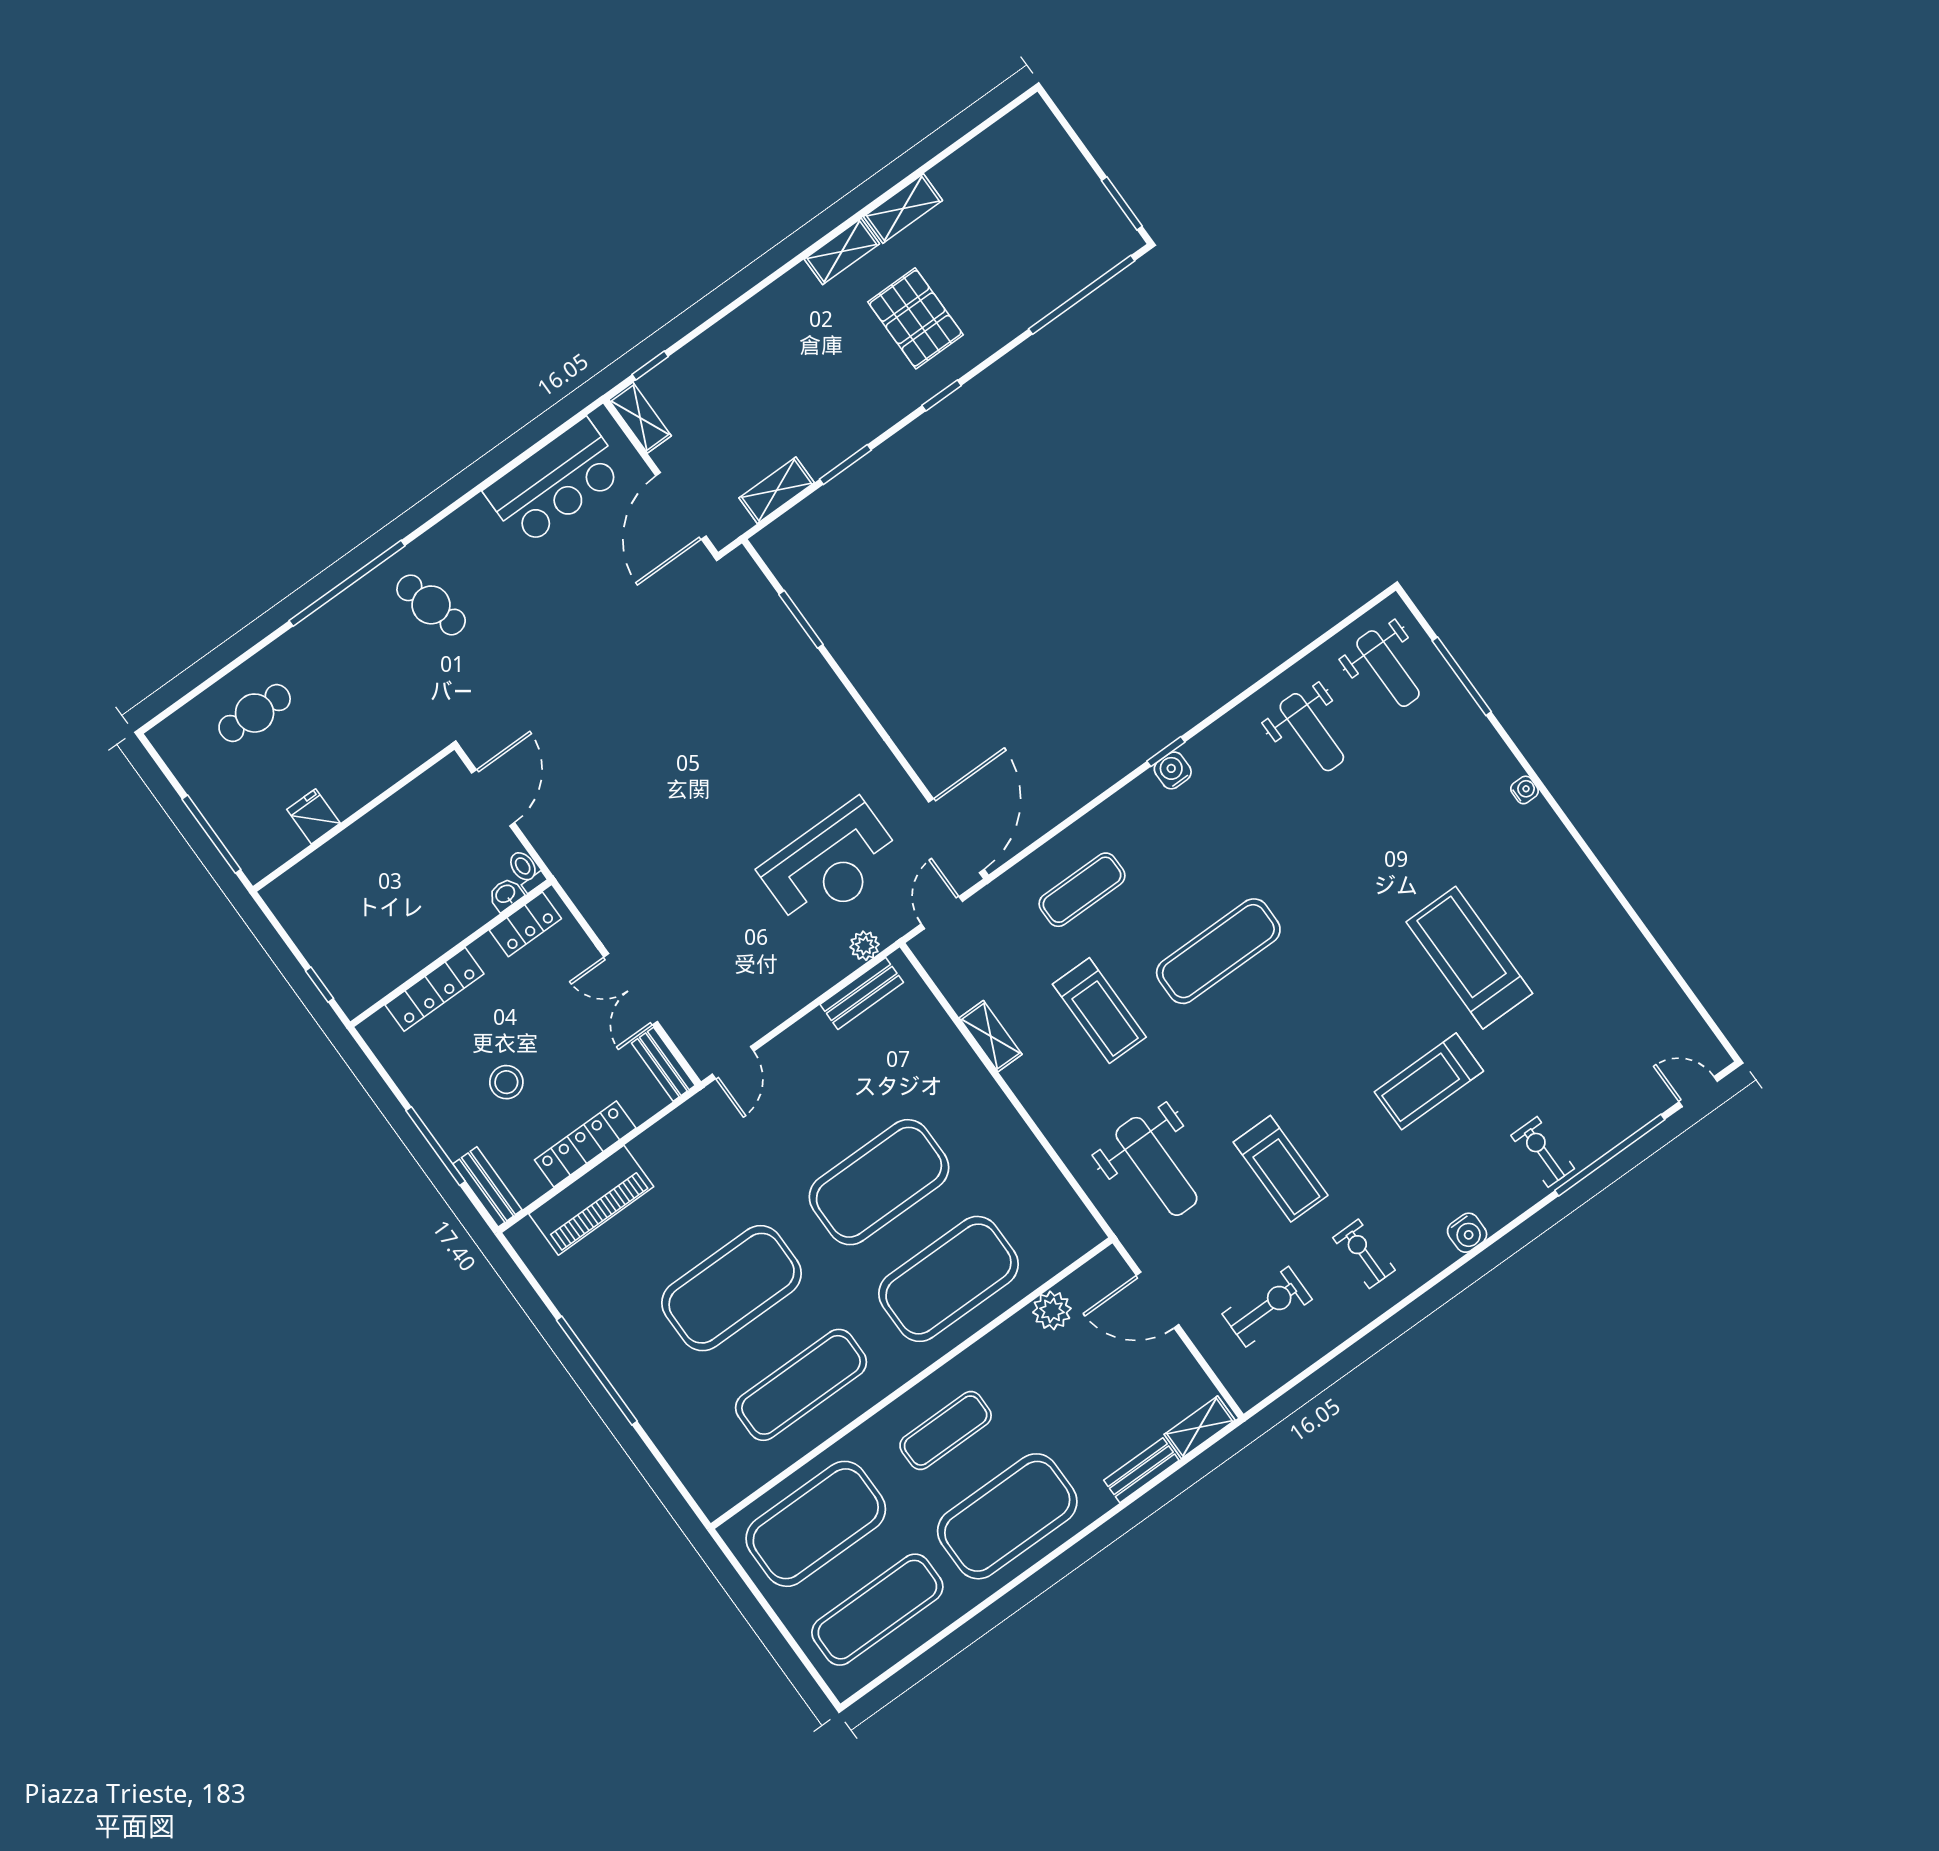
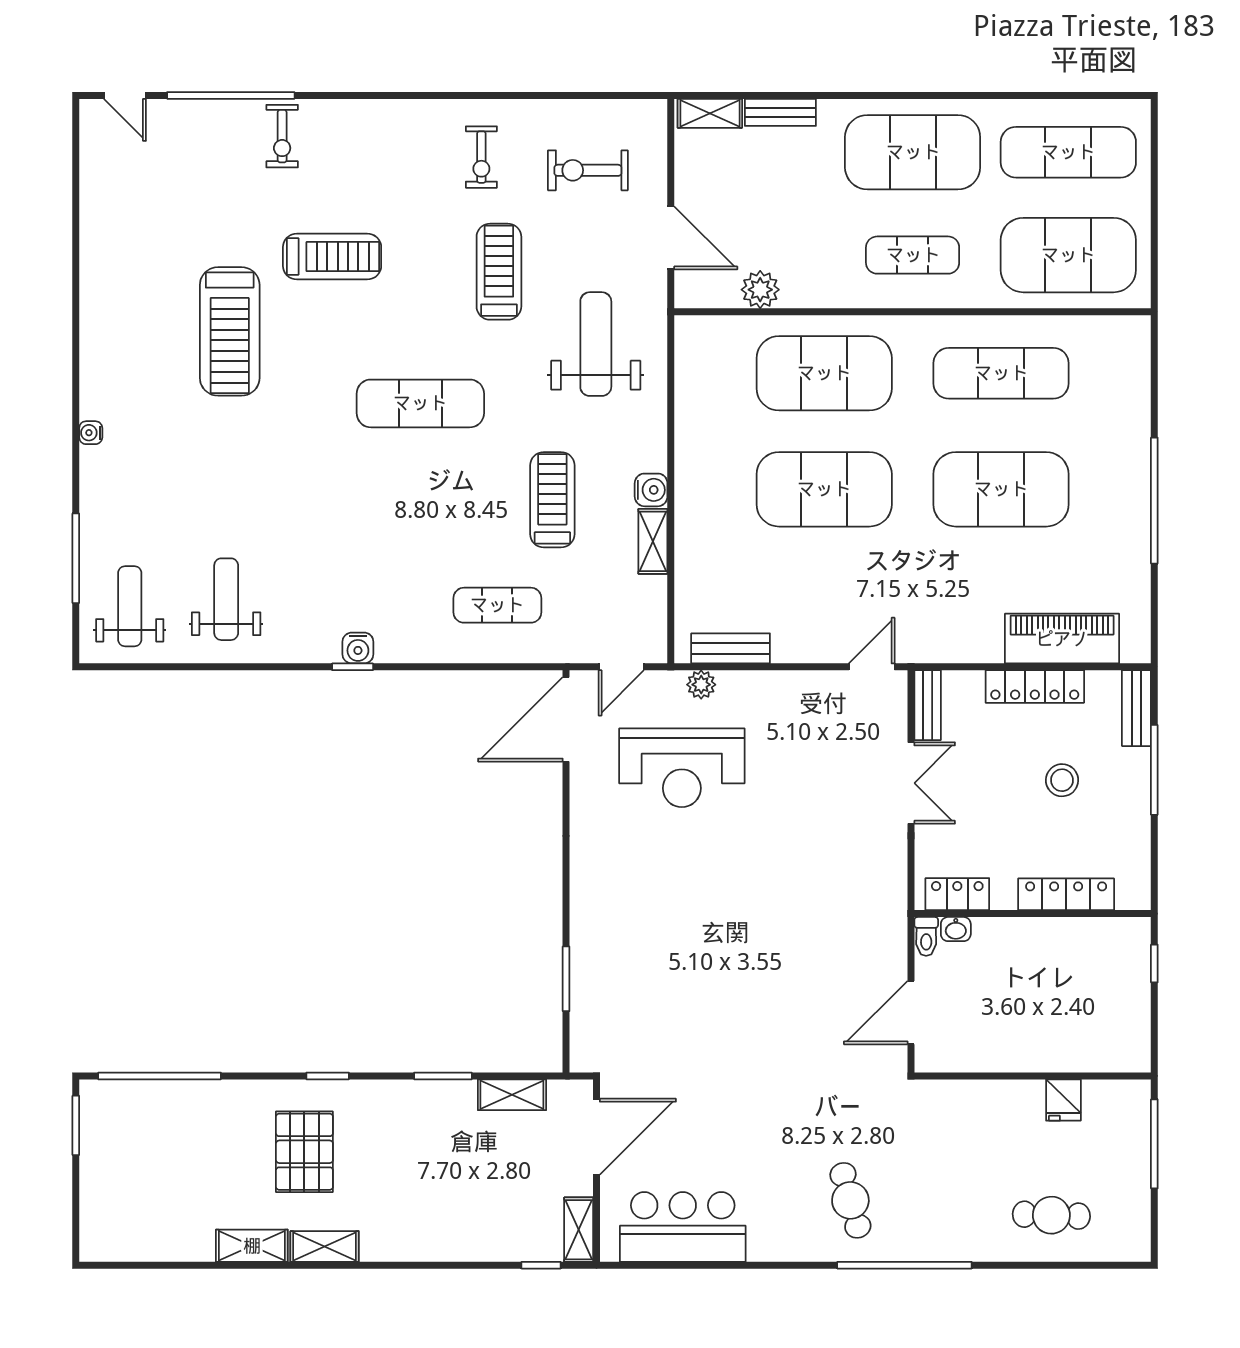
reception desk: (831, 865) -> (682, 768), turned 180
exercise mat: (1218, 951) -> (420, 403), moved
water cooler: (1467, 1233) -> (651, 490), moved, turned 90

